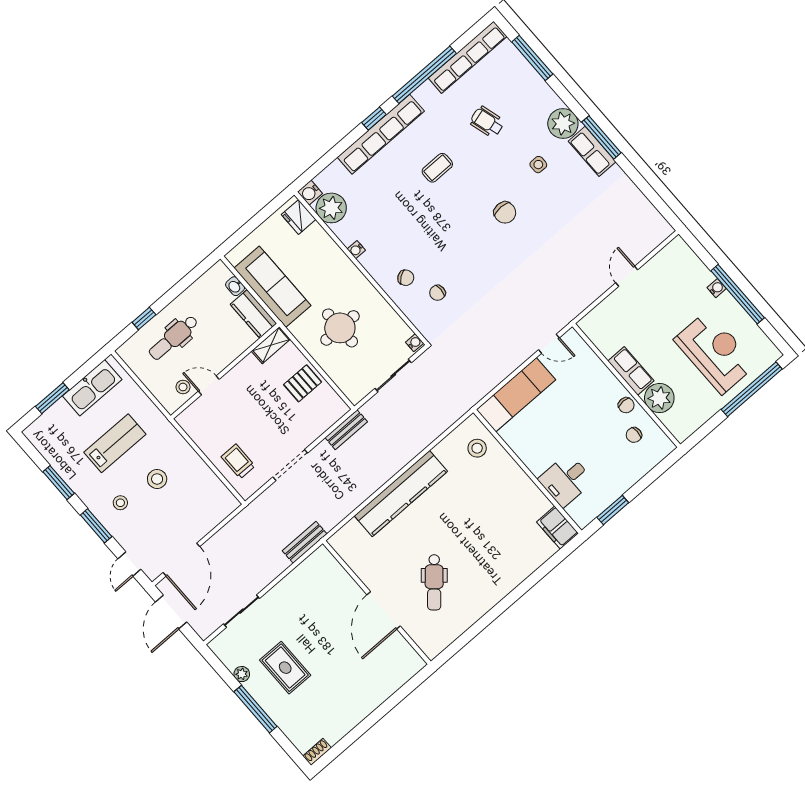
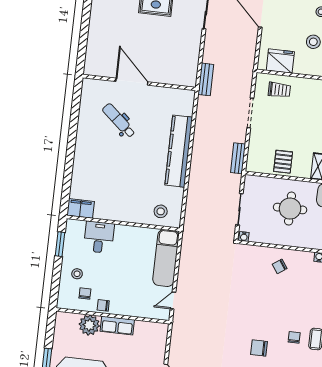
chair: (437, 293) -> (294, 337), moved
stool: (623, 463) -> (77, 274), added
fridge: (210, 490) -> (280, 61), added

